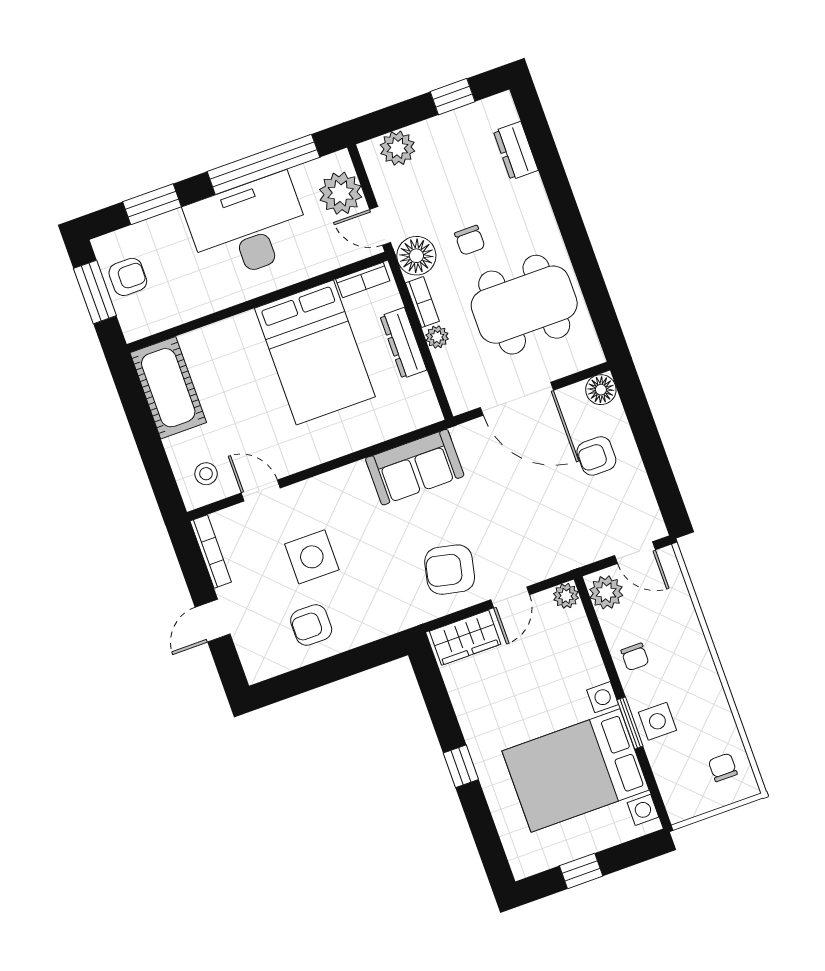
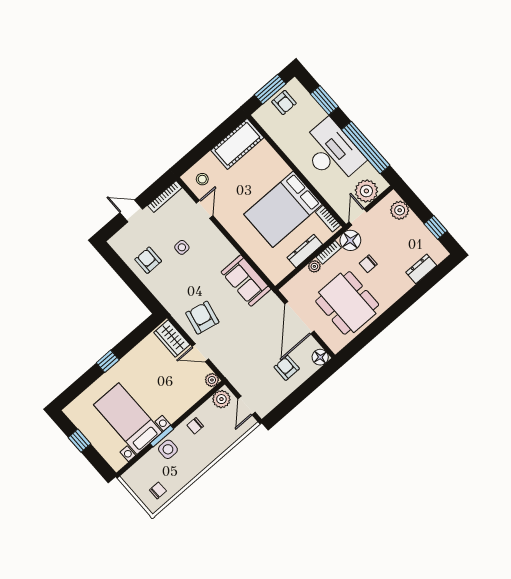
side table: (312, 557) -> (182, 247), width x0.54, depth x0.54
bed with nightstands: (576, 770) -> (128, 419), width x0.73

